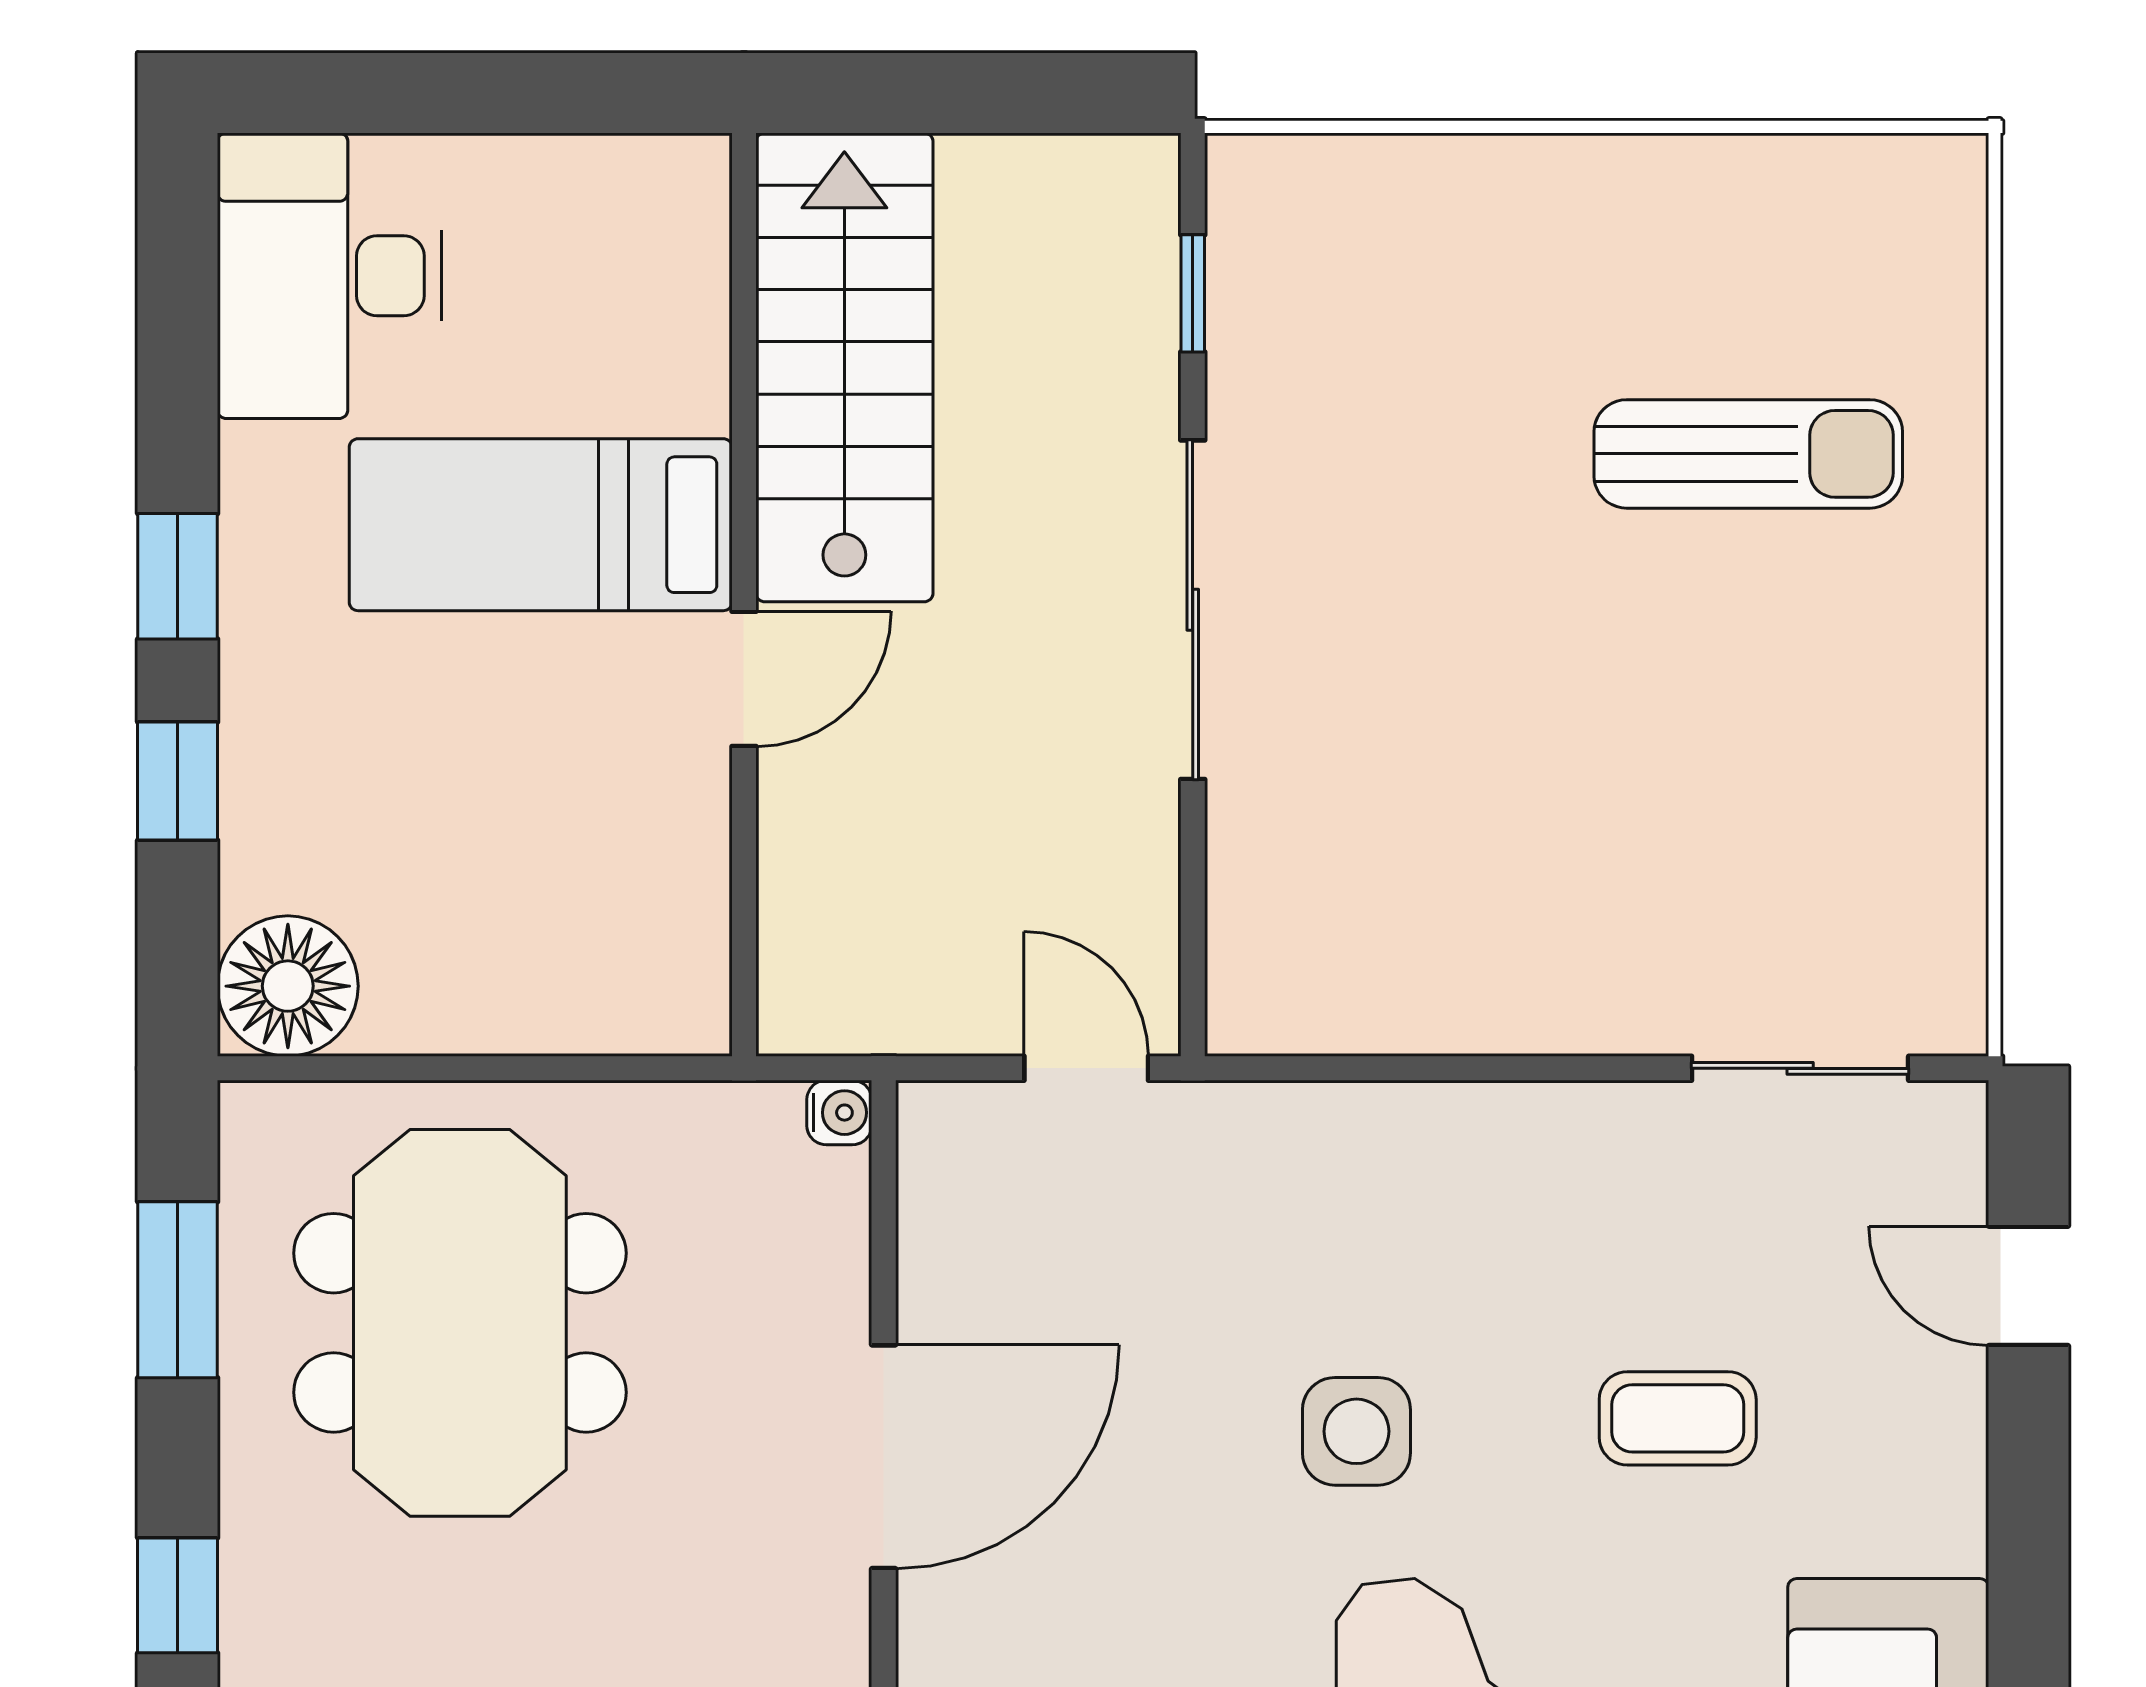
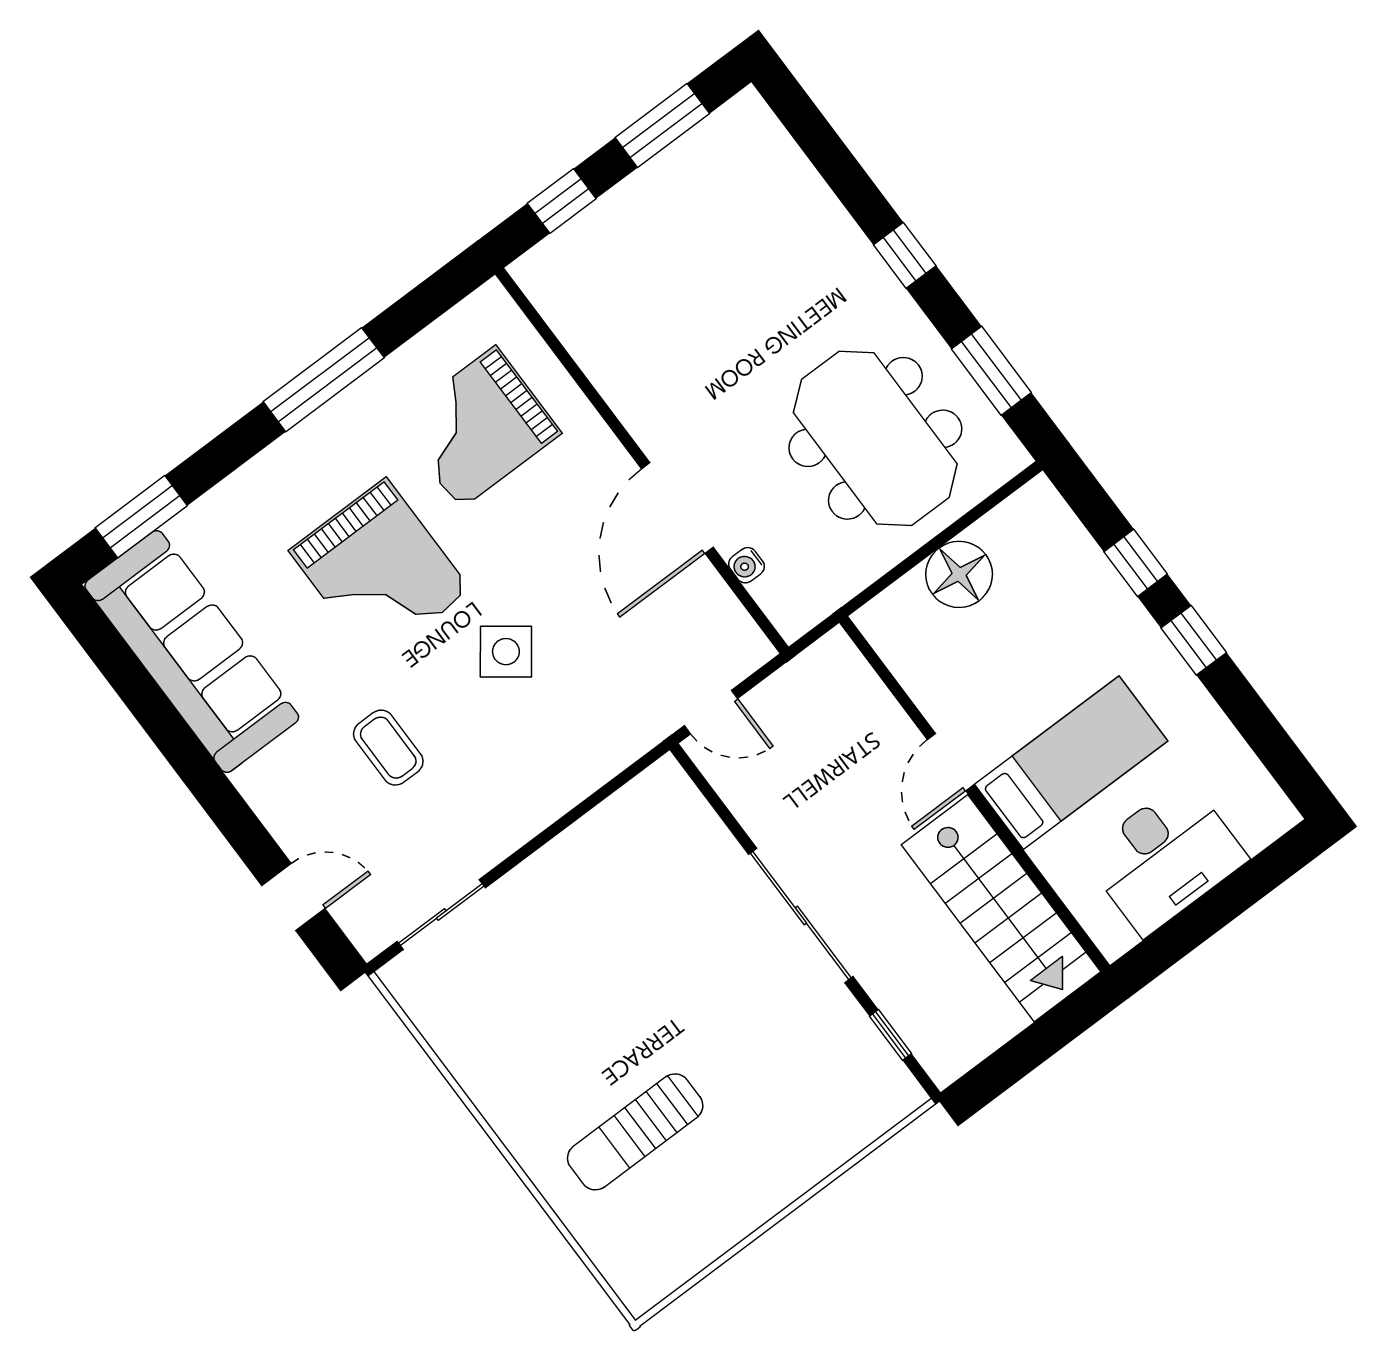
desk: (330, 276) -> (1165, 857), moved, turned 90
floor lamp: (288, 986) -> (959, 574), moved
water cooler: (839, 1113) -> (747, 565), moved
coffee table: (1678, 1418) -> (388, 748), turned 90
side table: (1356, 1431) -> (506, 652), turned 37

